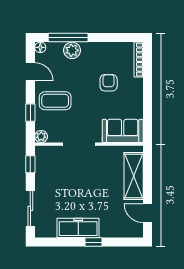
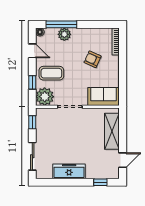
armchair: (109, 83) -> (93, 59), turned -66
plant: (41, 136) -> (45, 97), width x1.88, depth x1.88
door: (147, 213) -> (123, 160), swing flipped
window: (93, 242) -> (100, 182), moved

